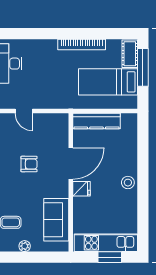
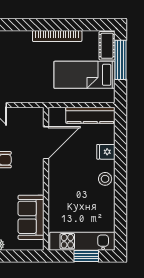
kitchen counter: (97, 121) -> (90, 115), moved
door: (71, 163) -> (46, 143), moved
fridge: (81, 189) -> (106, 152), moved, turned 180

